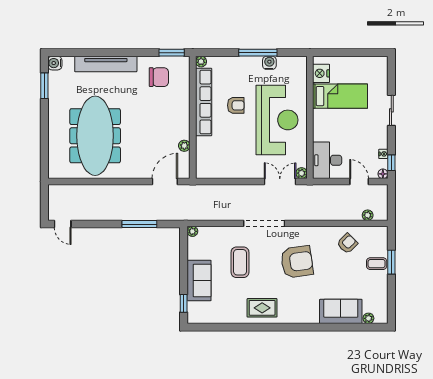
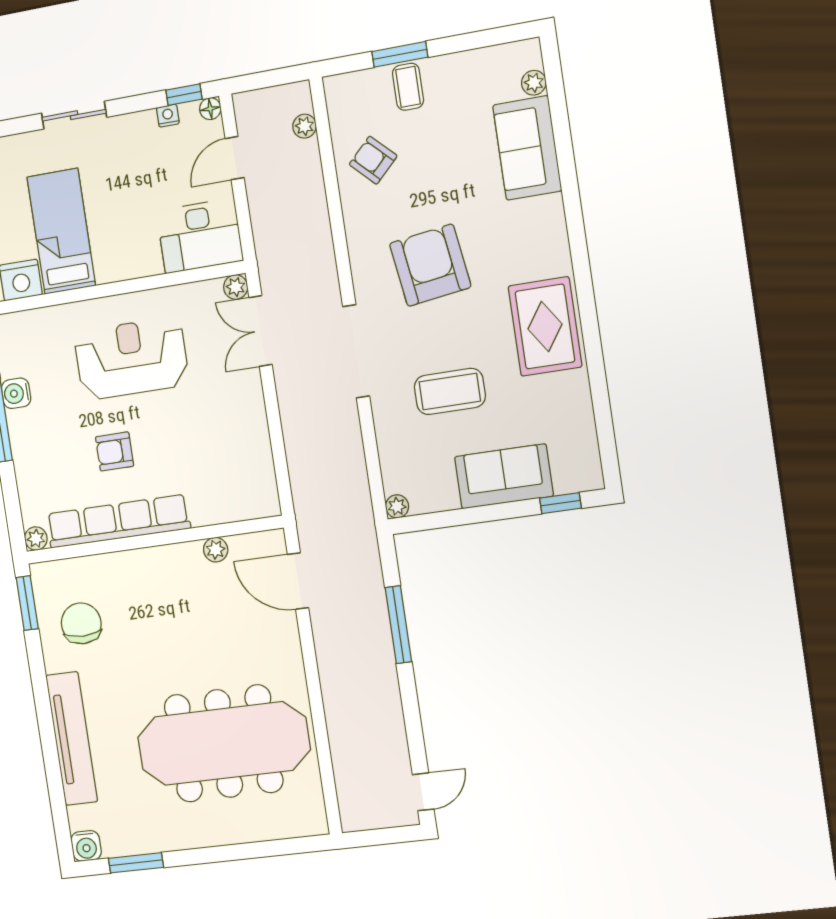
armchair: (236, 105) -> (115, 451), turned -90
reception desk: (277, 120) -> (131, 358), width x0.74, depth x0.77
rug: (262, 308) -> (545, 327), width x1.36, depth x1.43

